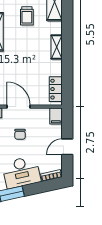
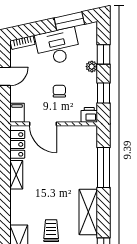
shelving: (57, 47) -> (16, 175), moved
door: (19, 107) -> (43, 124), moved

